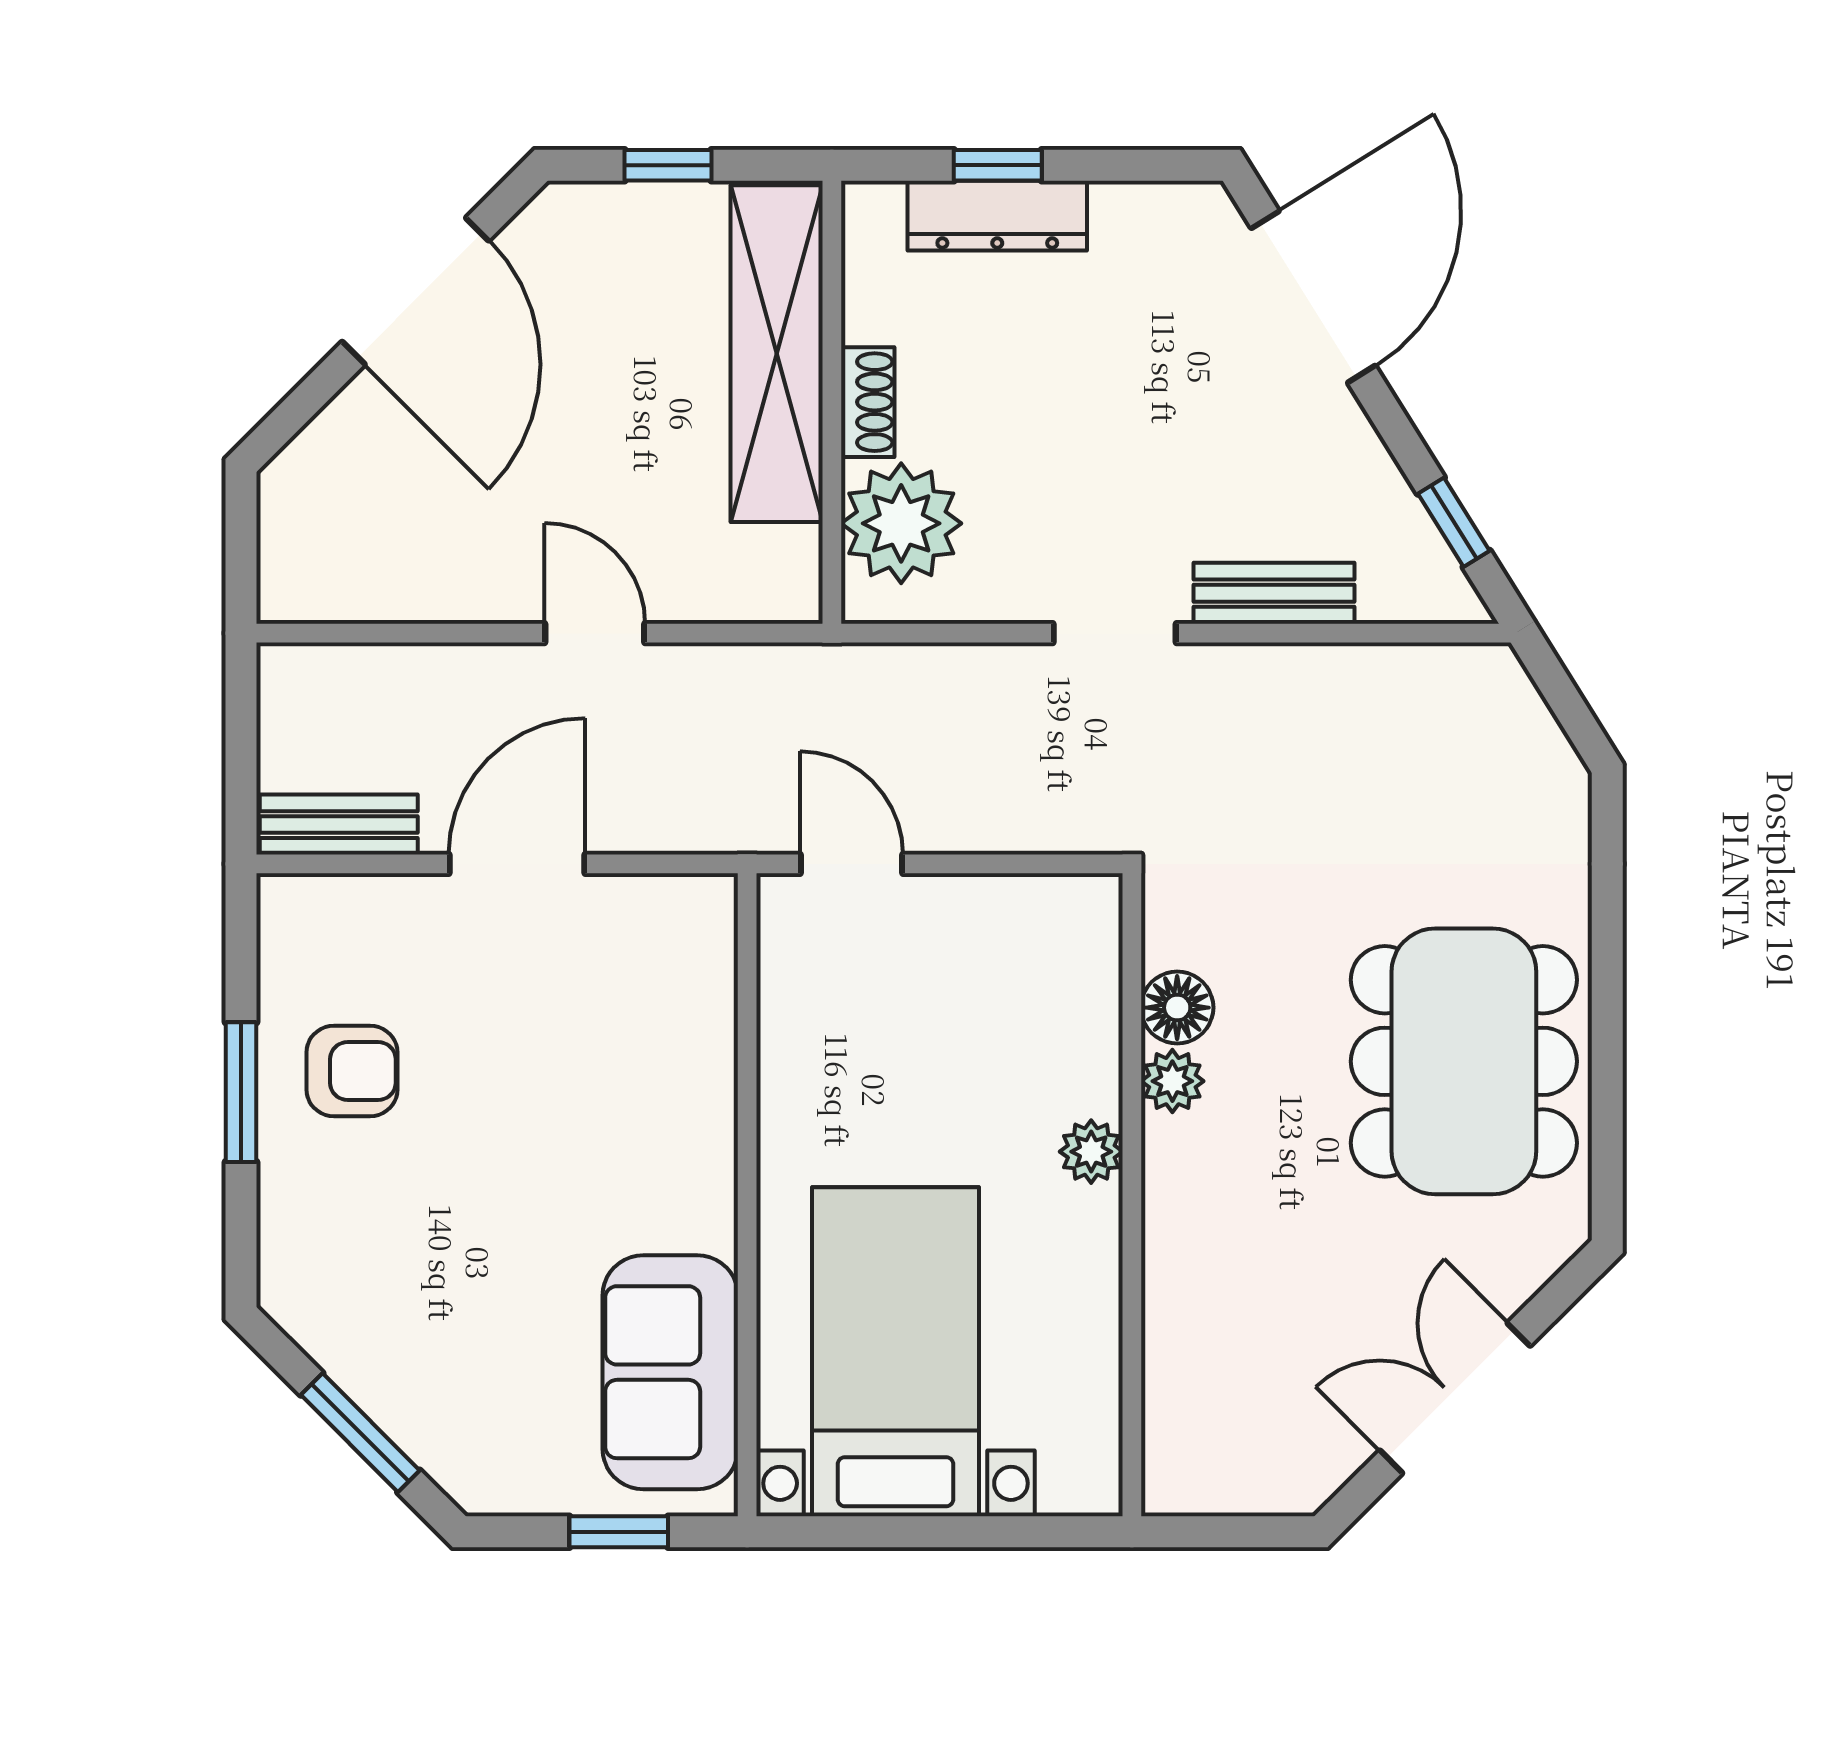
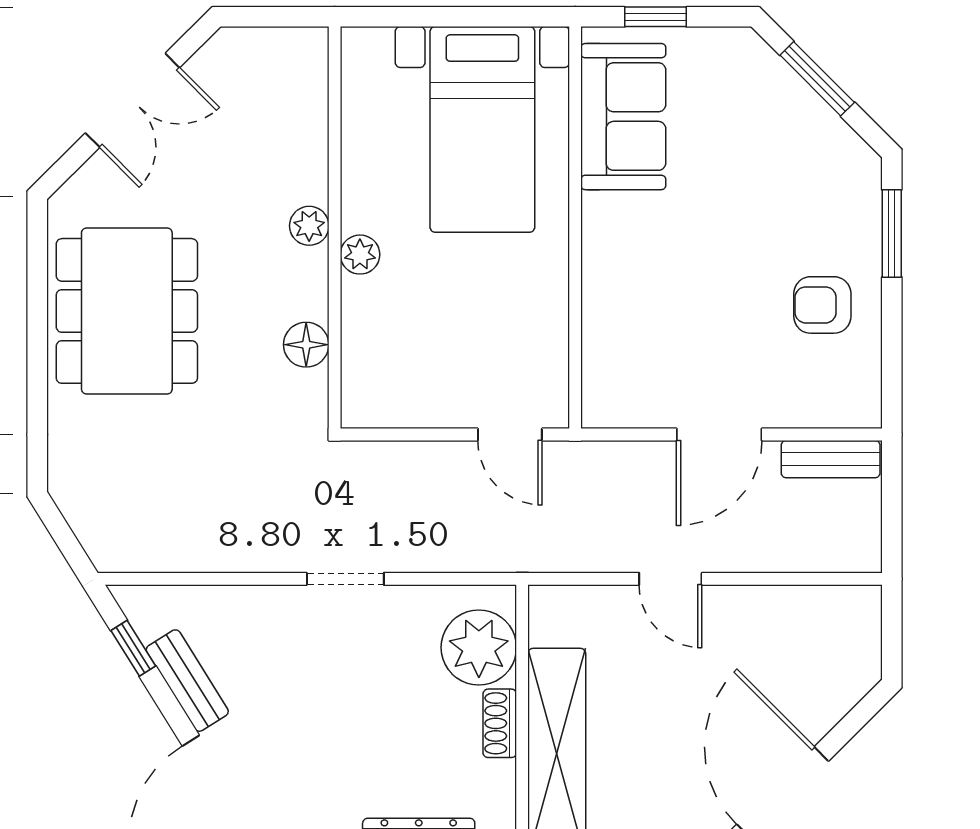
bench: (1274, 593) -> (187, 681), moved, turned 58
plant: (1172, 1081) -> (309, 226), moved
window: (241, 1092) -> (892, 233), moved

